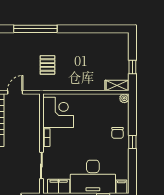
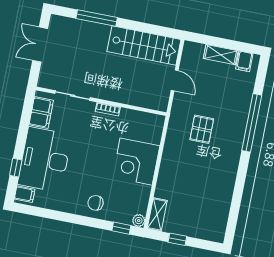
pallet: (47, 65) -> (202, 129), turned 90
corner desk: (58, 112) -> (136, 162), moved, turned 90
window: (132, 142) -> (121, 228), moved

